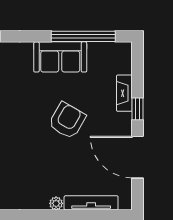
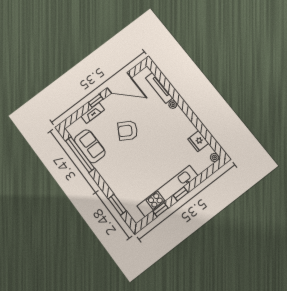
sofa: (60, 57) -> (90, 146), moved
door: (138, 157) -> (119, 83), hinge flipped

